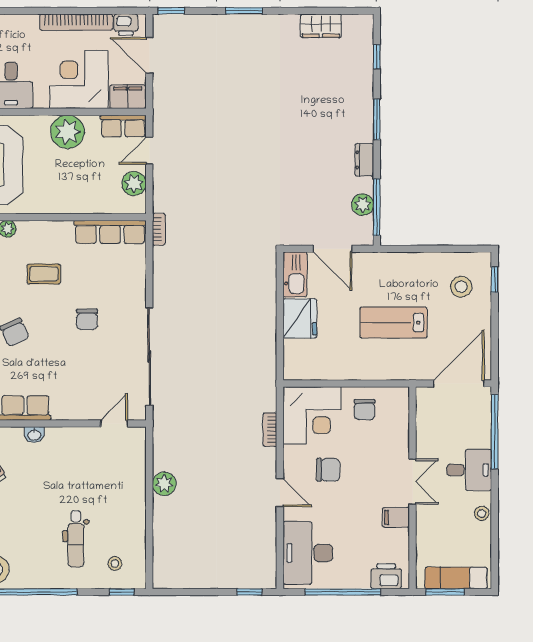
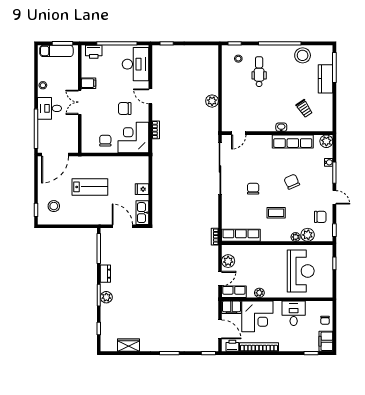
plant: (68, 132) -> (259, 293), width x0.53, depth x0.53
plant: (363, 205) -> (106, 297), moved
fridge: (300, 318) -> (142, 189), width x0.53, depth x0.75

